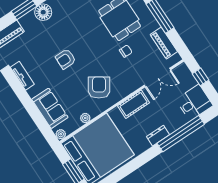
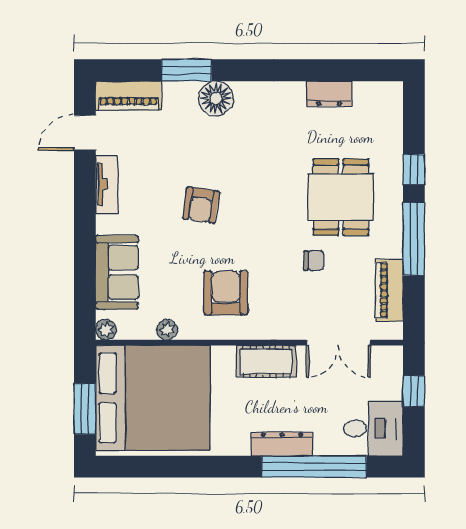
armchair: (66, 59) -> (201, 205), turned -81
armchair: (99, 88) -> (226, 293), turned -34
dresser: (158, 136) -> (282, 444), width x1.44

